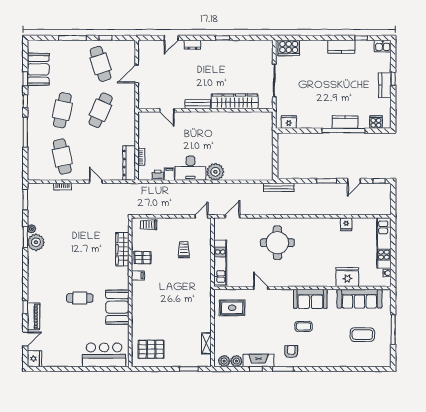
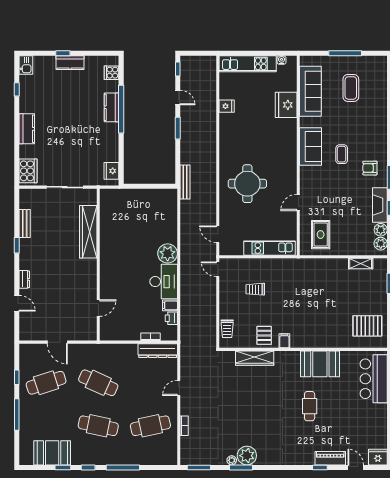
kitchen counter: (341, 47) -> (27, 129), moved
bench: (198, 104) -> (25, 224), moved
pallet: (151, 349) -> (367, 326), turned 90

